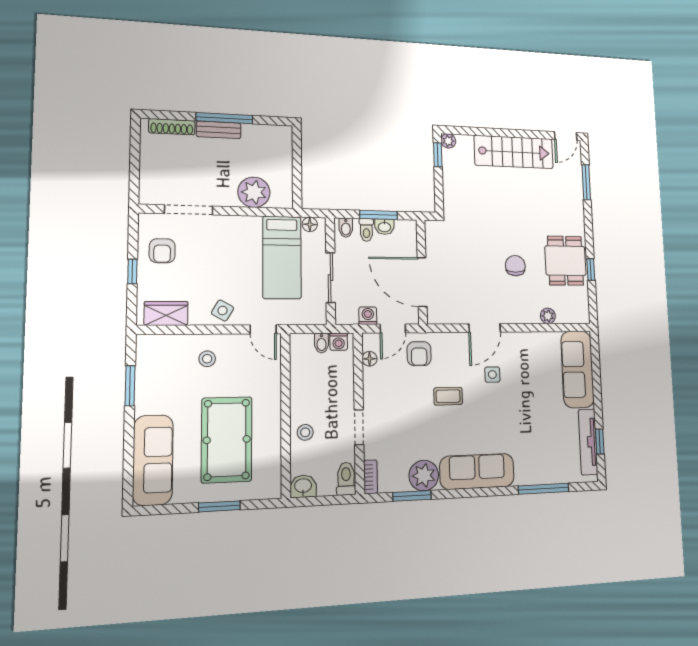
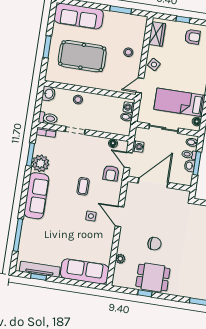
armchair: (162, 251) -> (192, 37), turned 180
washing machine: (339, 342) -> (129, 107), moved
armchair: (419, 354) -> (111, 173), turned -90

